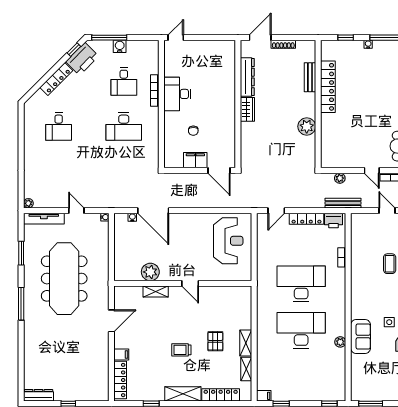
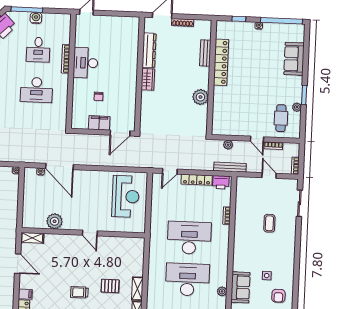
door: (219, 170) -> (120, 133), hinge flipped
shelving: (156, 291) -> (32, 238), moved
door: (111, 321) -> (18, 264), hinge flipped
pallet: (215, 341) -> (110, 286), turned 90

